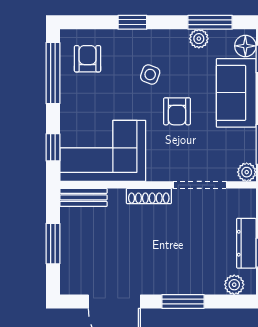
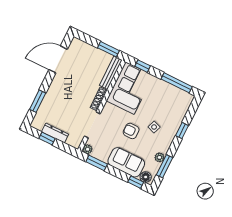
armchair: (87, 59) -> (175, 102), removed
bench: (84, 197) -> (111, 73), width x1.36
window: (53, 244) -> (108, 49), moved
plant: (234, 285) -> (39, 118), removed
window: (183, 301) -> (38, 101), moved

